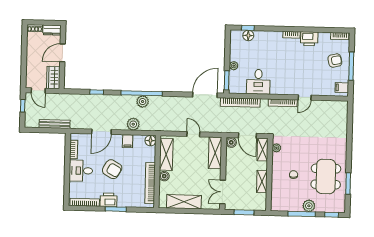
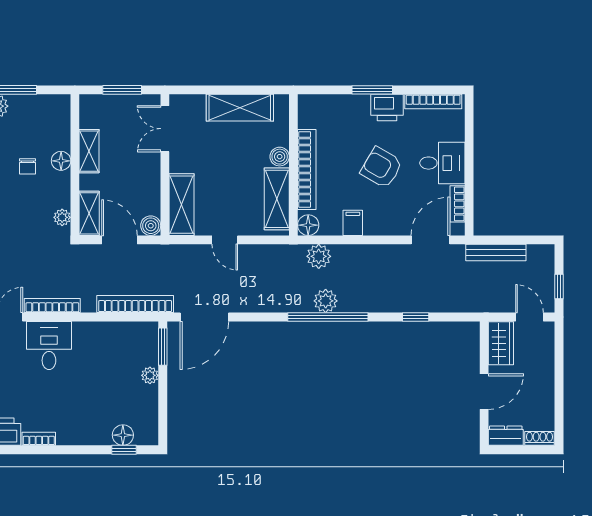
desk: (258, 82) -> (49, 345), moved
plant: (133, 124) -> (319, 256), moved
door: (101, 132) -> (430, 240), moved
floor lamp: (276, 177) -> (61, 161), added
bookcase: (150, 183) -> (307, 169), moved
double door: (223, 192) -> (165, 129), swing flipped

